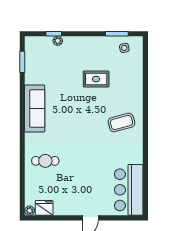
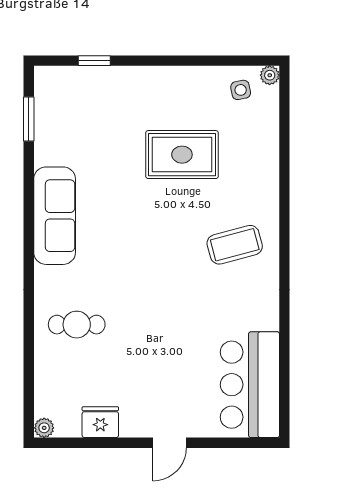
window: (117, 34) -> (225, 61), removed
plant: (58, 41) -> (270, 75), moved
rug: (96, 79) -> (182, 155), width x1.36, depth x1.43
fridge: (44, 208) -> (100, 422), moved

